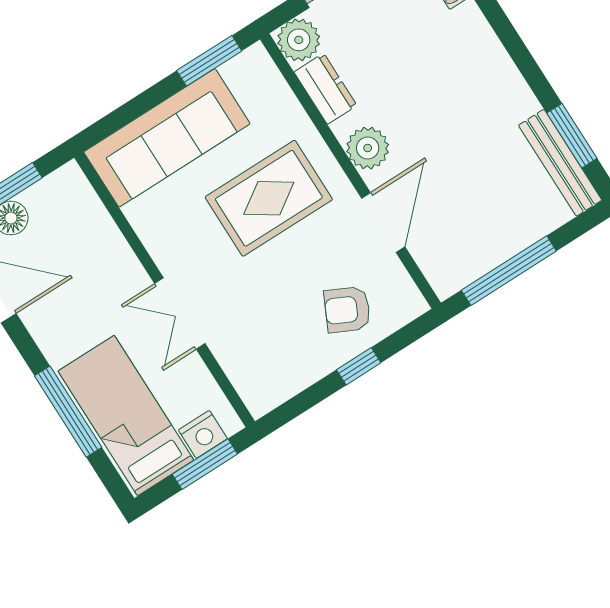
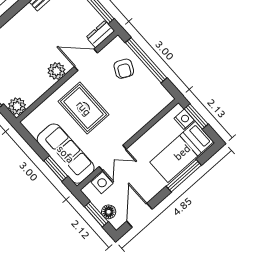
window: (209, 61) -> (56, 169), moved
dresser: (325, 89) -> (100, 34), moved
side table: (83, 214) -> (102, 183), added
double door: (180, 313) -> (113, 158), moved
window: (359, 366) -> (146, 60), width x3.17

